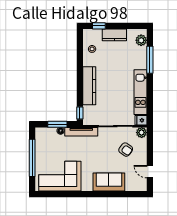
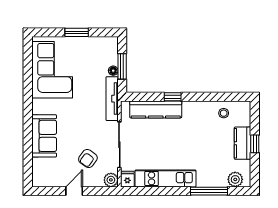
window: (99, 26) -> (255, 144), moved
kitchen counter: (89, 86) -> (156, 109), moved
window: (80, 113) -> (173, 97), moved
window: (32, 158) -> (77, 32), width x0.47
door: (150, 172) -> (74, 191), moved

